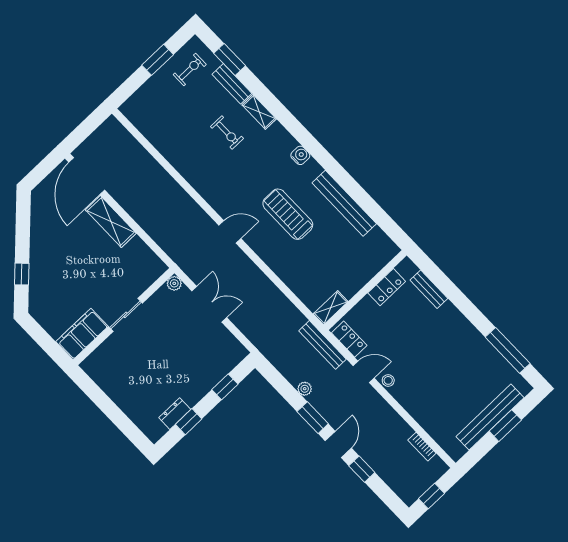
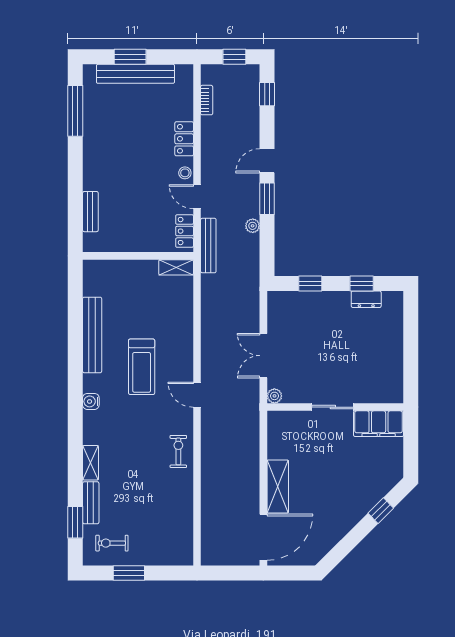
exercise bike: (227, 133) -> (178, 451), moved
locker: (387, 287) -> (184, 139), moved, turned -90
window: (362, 469) -> (267, 94), moved

